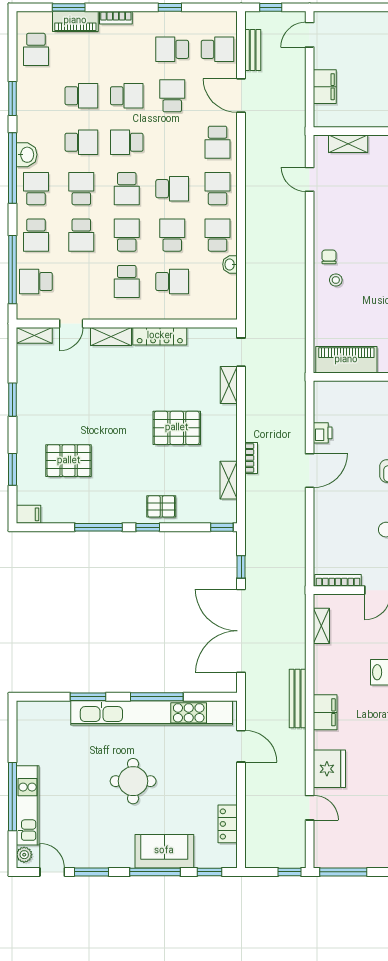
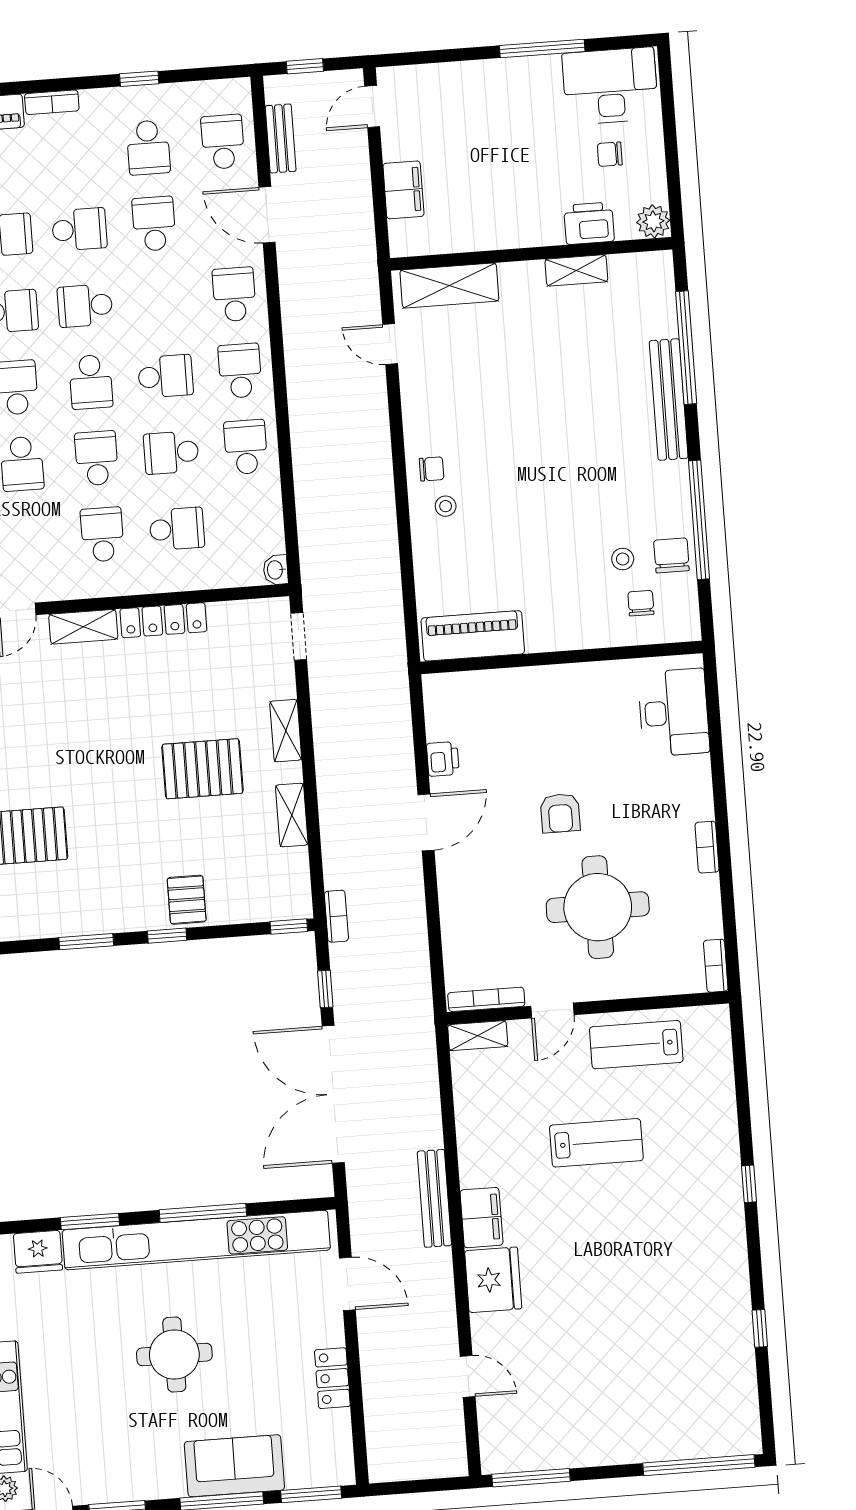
school desk: (172, 49) -> (148, 147), turned -90
school desk: (218, 49) -> (223, 142), turned -90
school desk: (218, 142) -> (234, 294), turned 180
shelving: (348, 144) -> (449, 286), width x1.50, depth x1.33
school desk: (172, 235) -> (171, 453), turned -90
chair: (329, 257) -> (432, 469), turned 90
washbasin: (230, 264) -> (276, 570), moved
school desk: (127, 281) -> (102, 534), turned 180
shelving: (229, 385) -> (286, 731), moved
bookcase: (251, 458) -> (336, 916), moved
shelving: (229, 480) -> (292, 815), moved
pallet: (161, 506) -> (187, 900), turned 90
window: (99, 527) -> (86, 942), width x0.69
shelving: (321, 626) -> (478, 1036), moved, turned 90
fridge: (55, 713) -> (38, 1252), added
fridge: (329, 769) -> (493, 1280), moved
locker: (228, 824) -> (332, 1378), moved
window: (209, 872) -> (311, 1494), width x1.50
window: (290, 872) -> (443, 1484), removed

